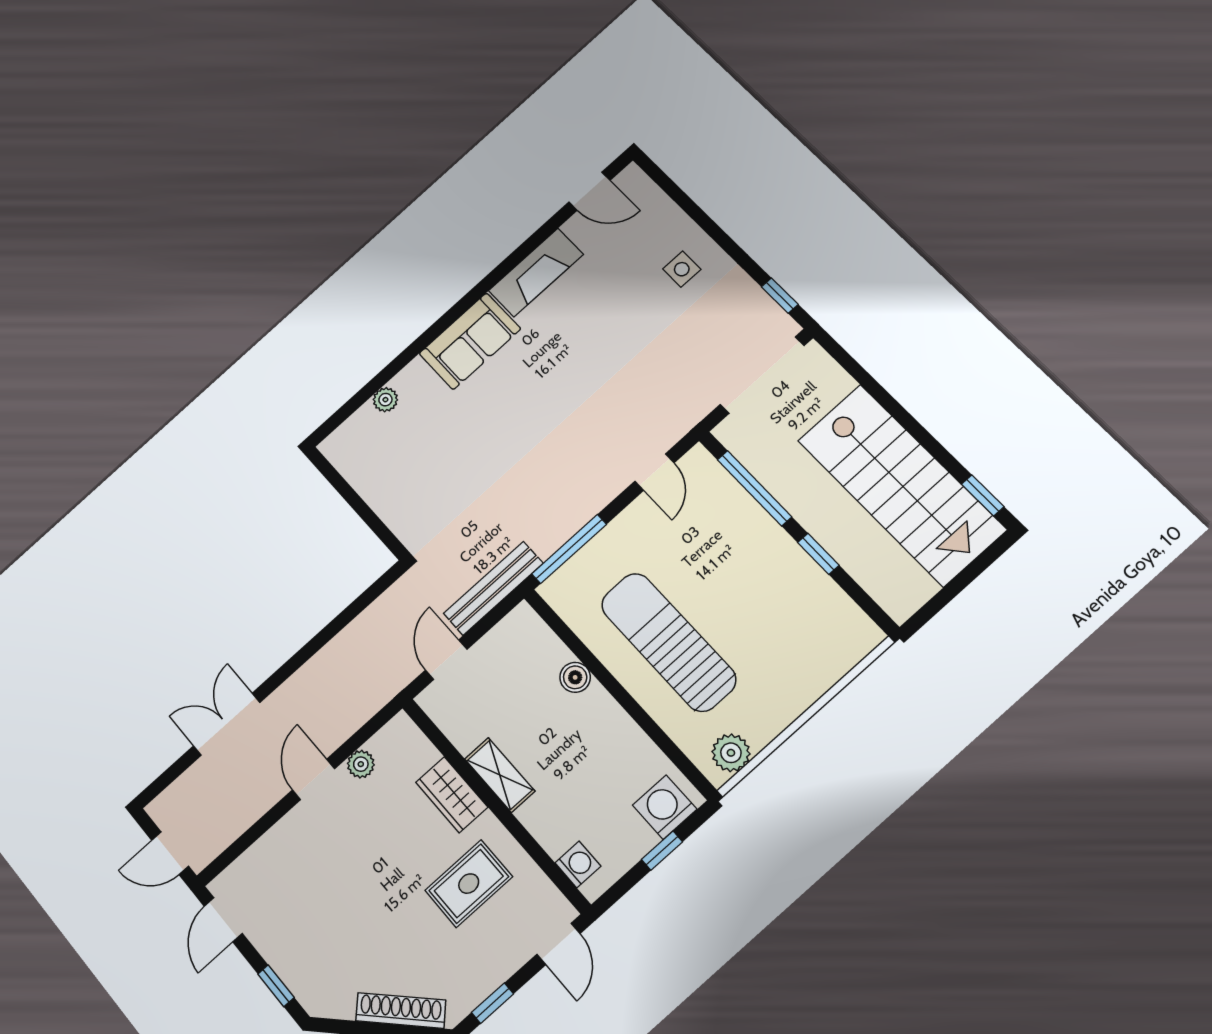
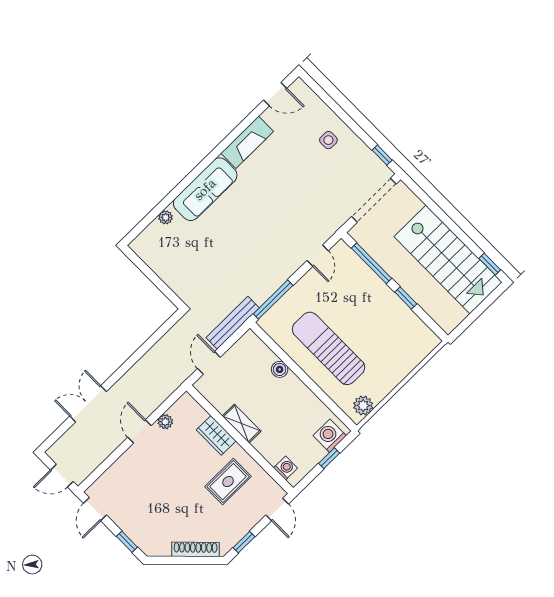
sofa: (470, 341) -> (205, 189), width x1.36

